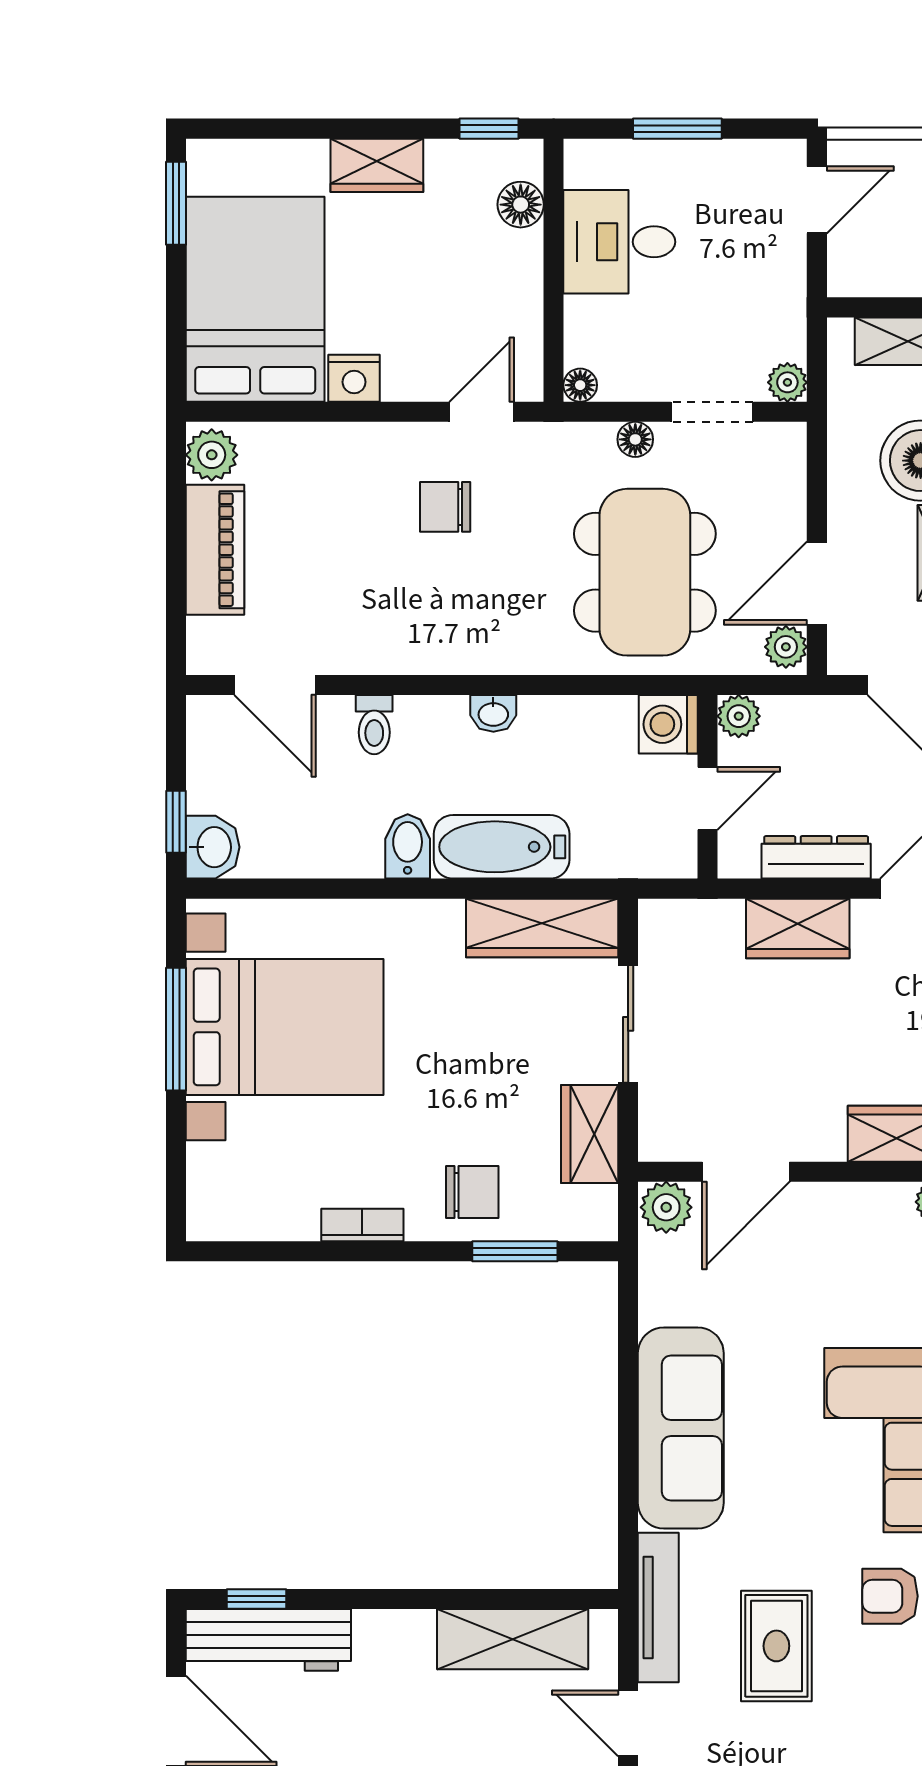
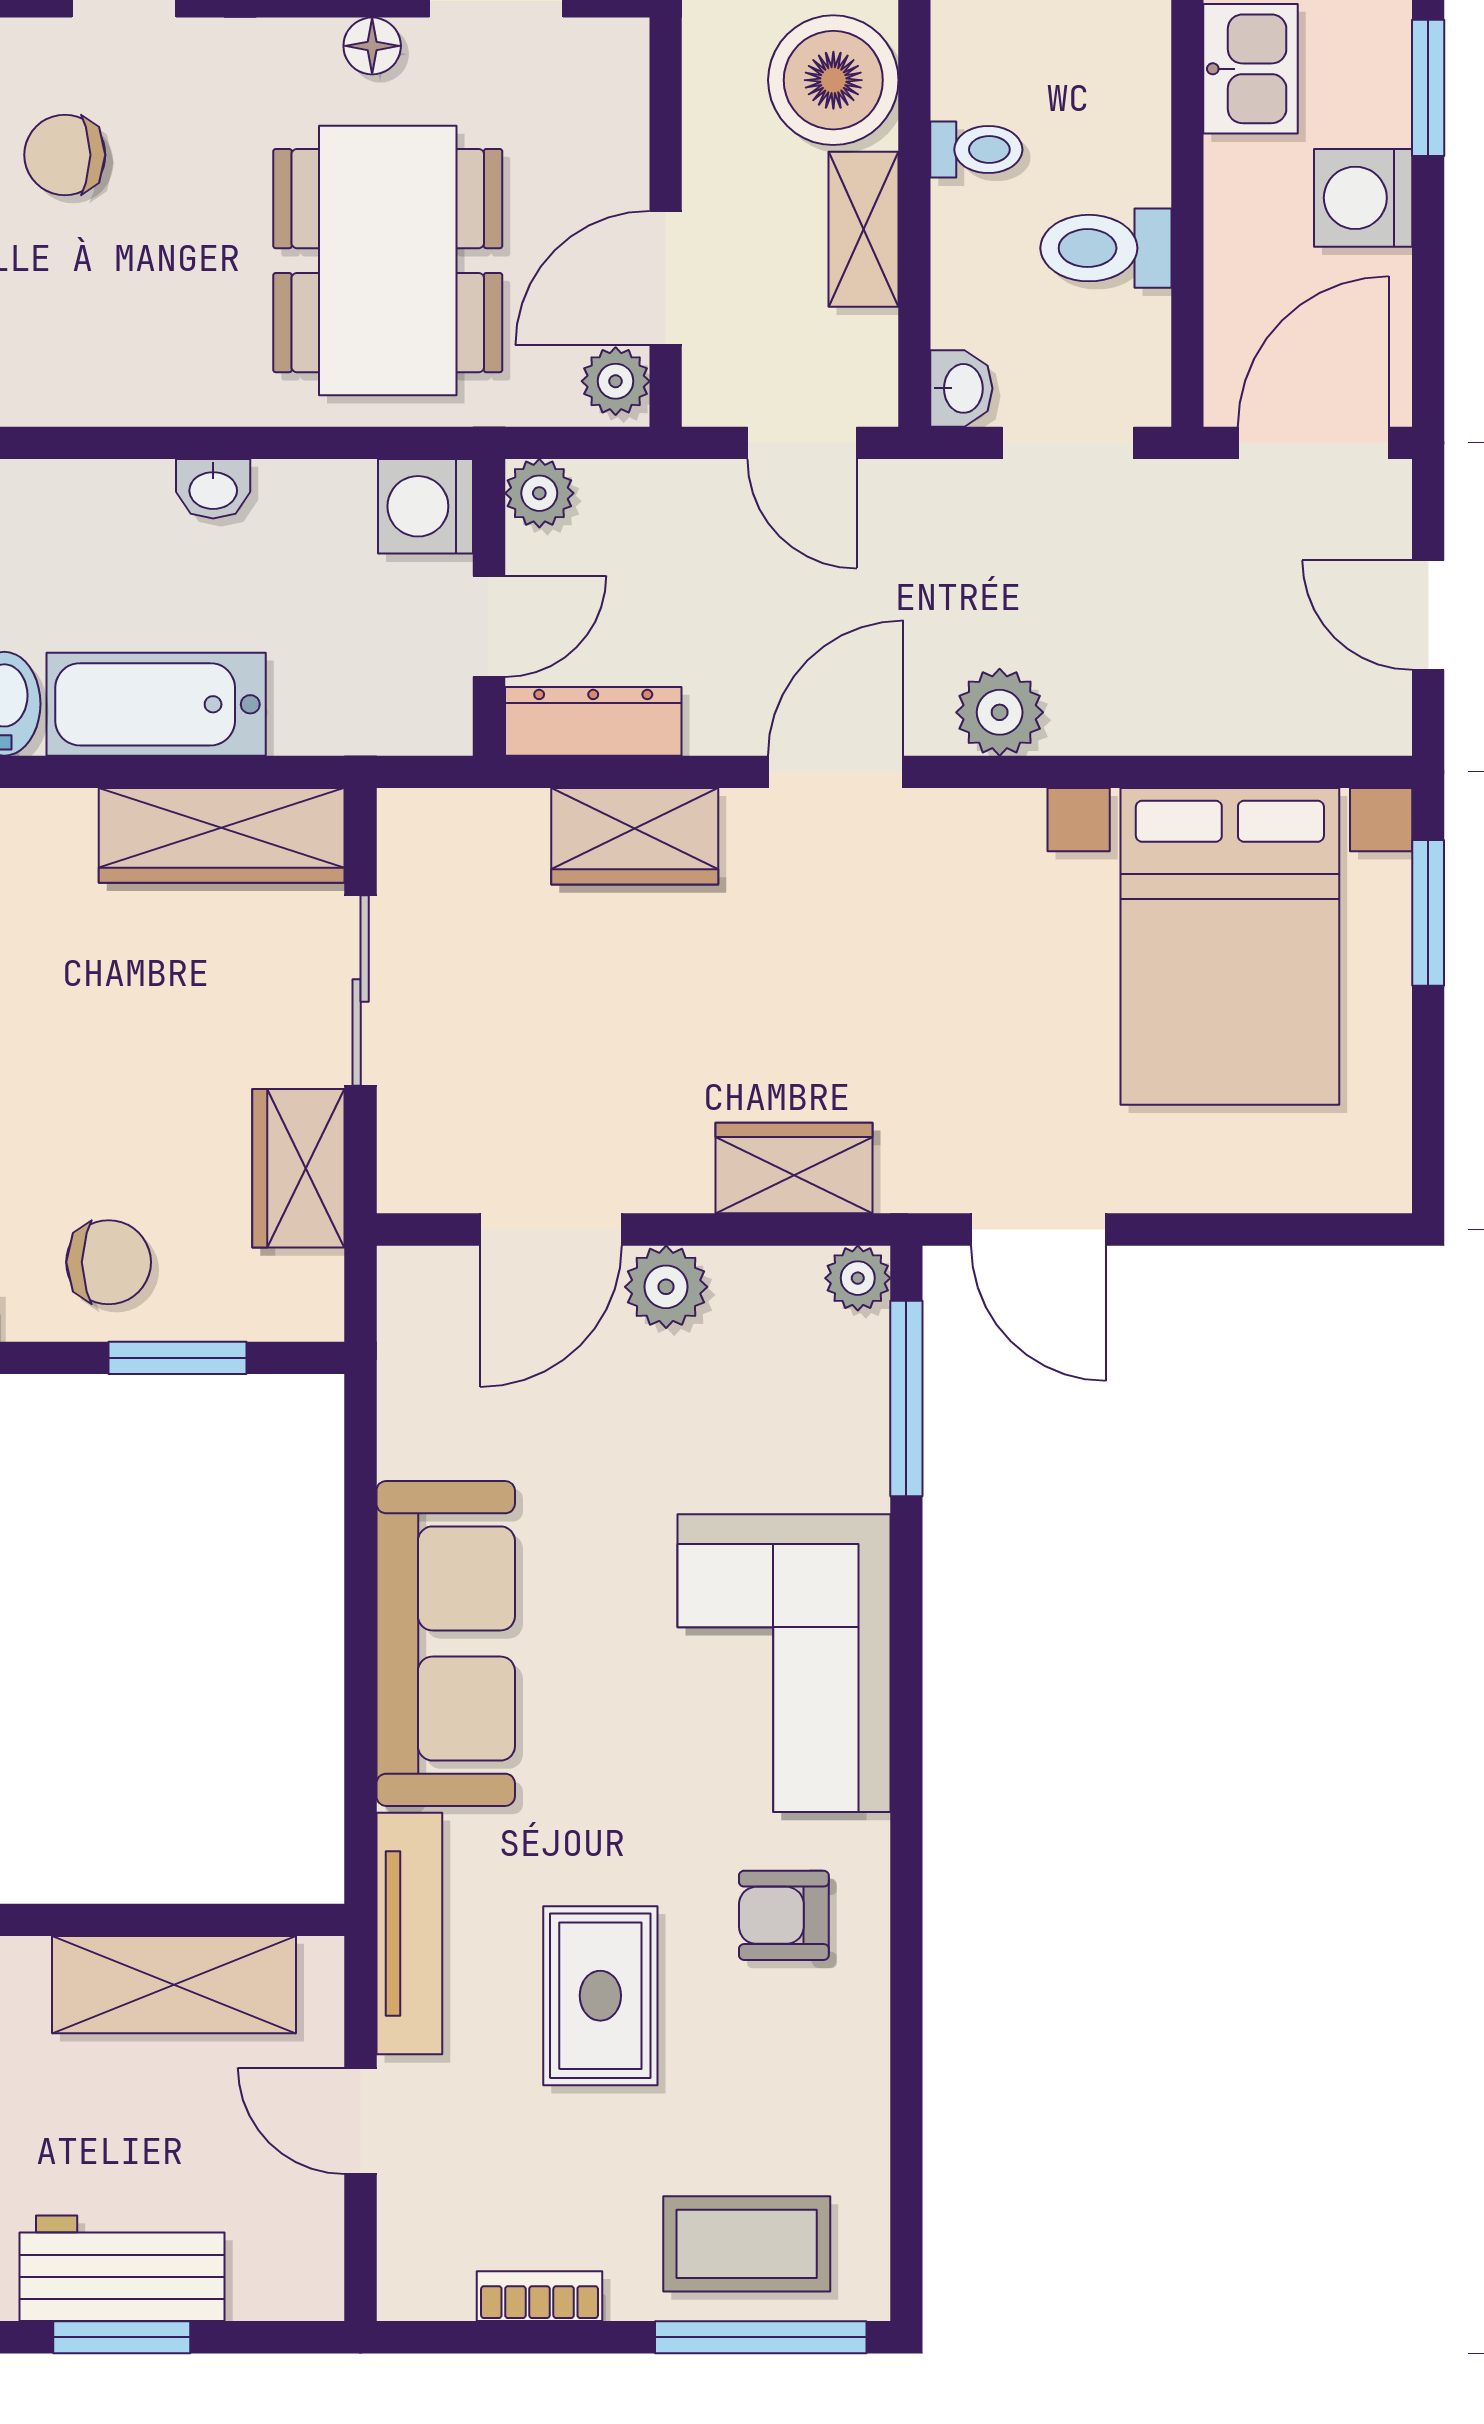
washbasin: (493, 713) -> (213, 489), moved
dresser: (816, 857) -> (593, 721), moved
plant: (666, 1207) -> (666, 1287), moved

